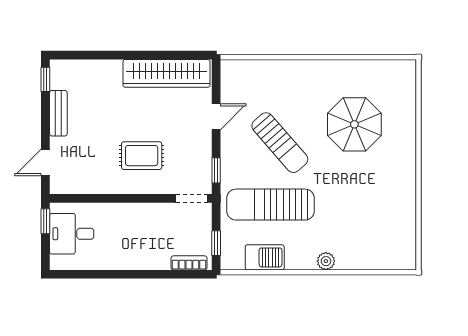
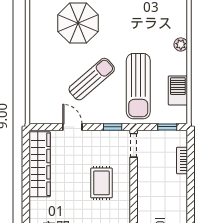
bookcase: (189, 263) -> (182, 161), moved

